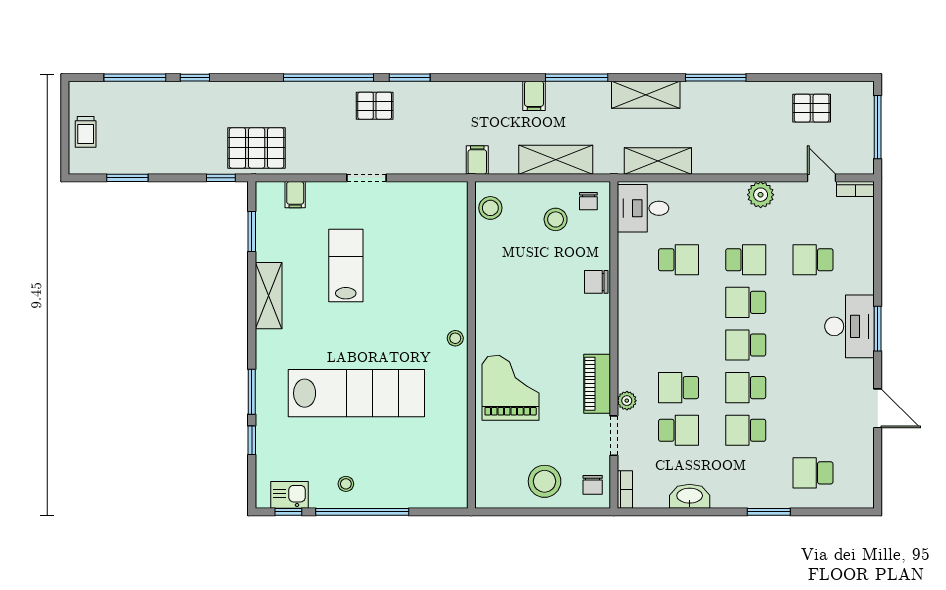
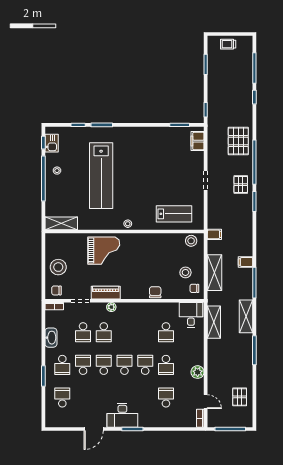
pallet: (257, 148) -> (238, 141), moved
door: (822, 178) -> (206, 402), hinge flipped
filing cabinet: (295, 195) -> (197, 141), width x2.00
lab bench: (346, 266) -> (174, 214), moved
shelving: (269, 296) -> (61, 223), moved
desk: (850, 326) -> (122, 415), moved
school desk: (679, 388) -> (104, 332), turned 180
plant: (627, 401) -> (111, 307), moved
school desk: (746, 473) -> (62, 365), added

